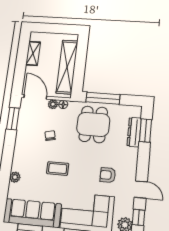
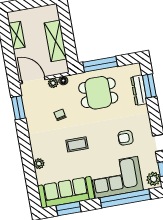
shelving: (67, 67) -> (55, 41), width x0.68
dining table: (93, 124) -> (98, 93), turned 90

